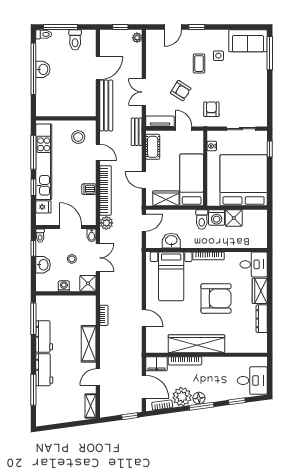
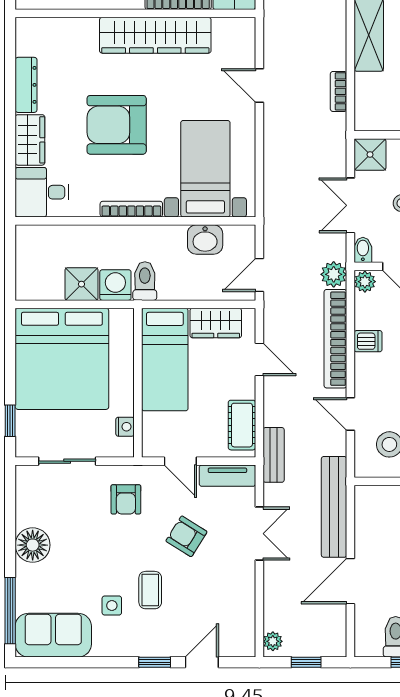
floor lamp: (258, 86) -> (33, 545), added
plant: (91, 219) -> (365, 282), added

